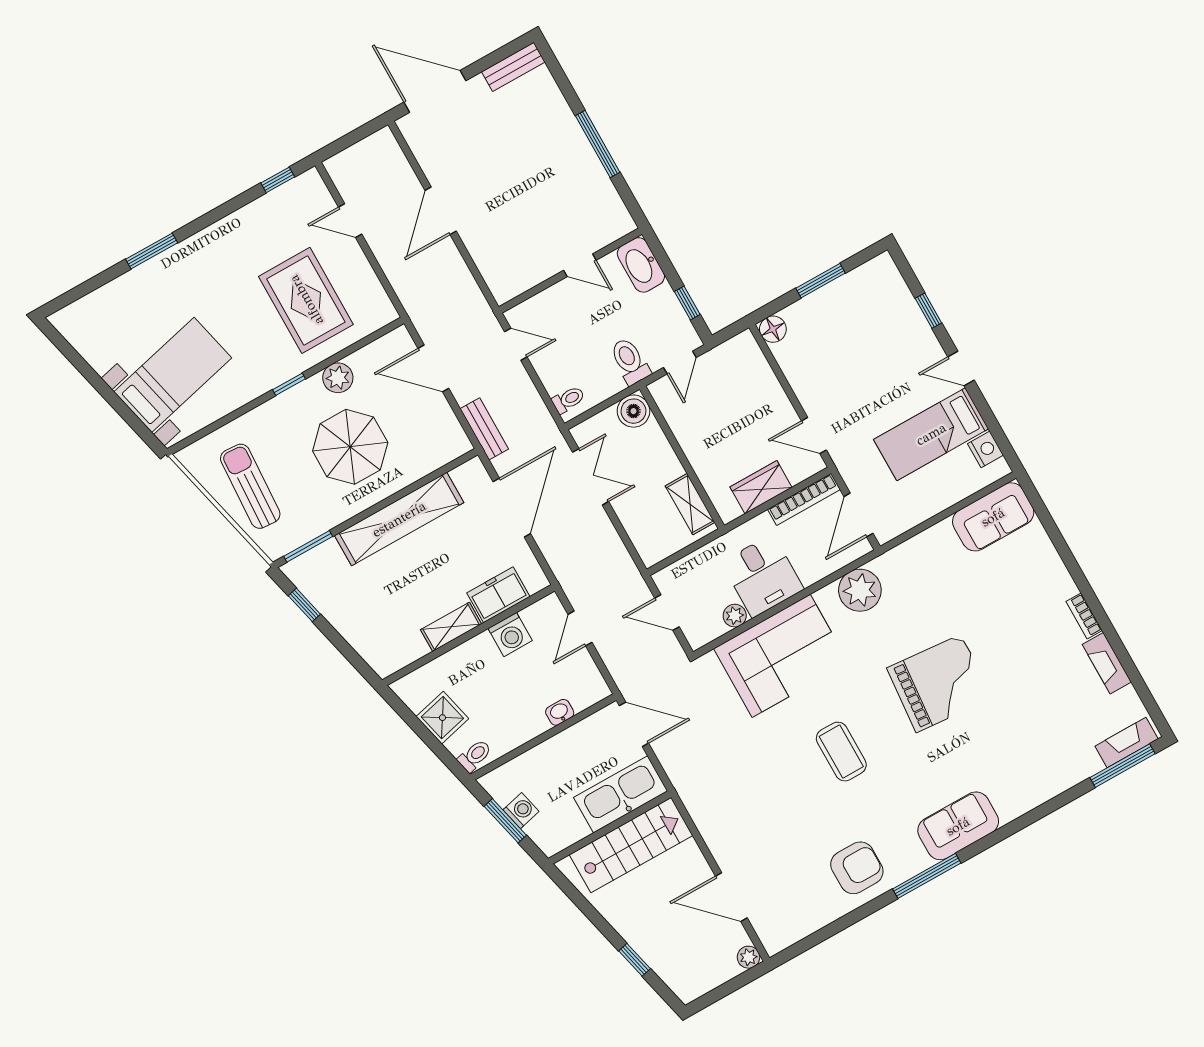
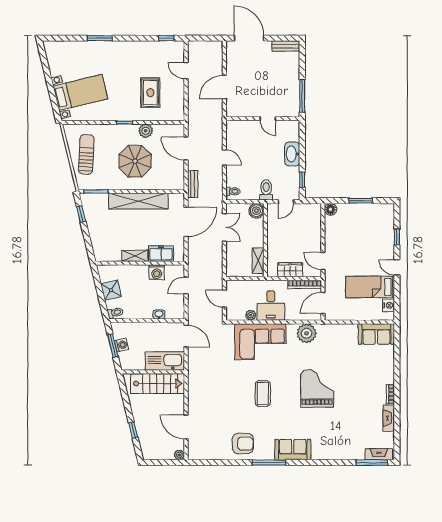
door: (580, 265) -> (268, 119), moved
wall: (570, 271) -> (263, 119), moved
rug: (306, 300) -> (150, 93), width x0.73, depth x0.70
grand piano: (939, 683) -> (317, 388), turned -95

